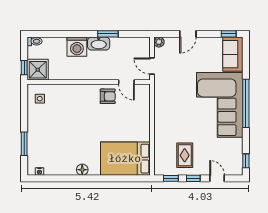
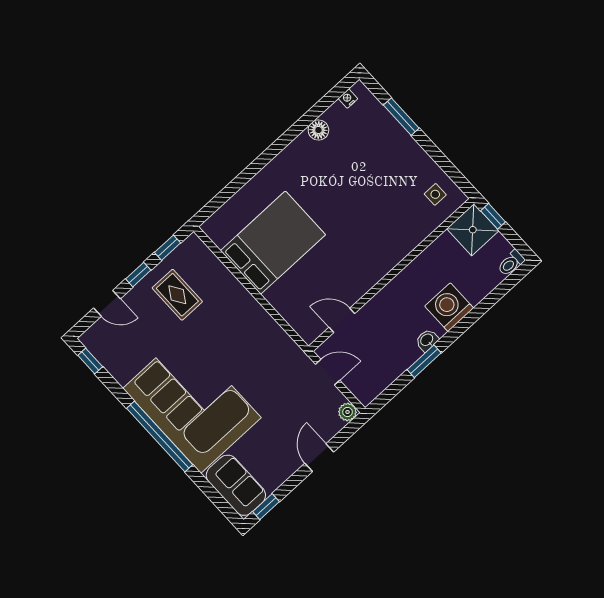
washbasin: (99, 44) -> (427, 340), width x0.52, depth x0.69
armchair: (108, 96) -> (349, 279), removed
bed: (125, 159) -> (273, 243), moved
floor lamp: (82, 170) -> (318, 130), moved

